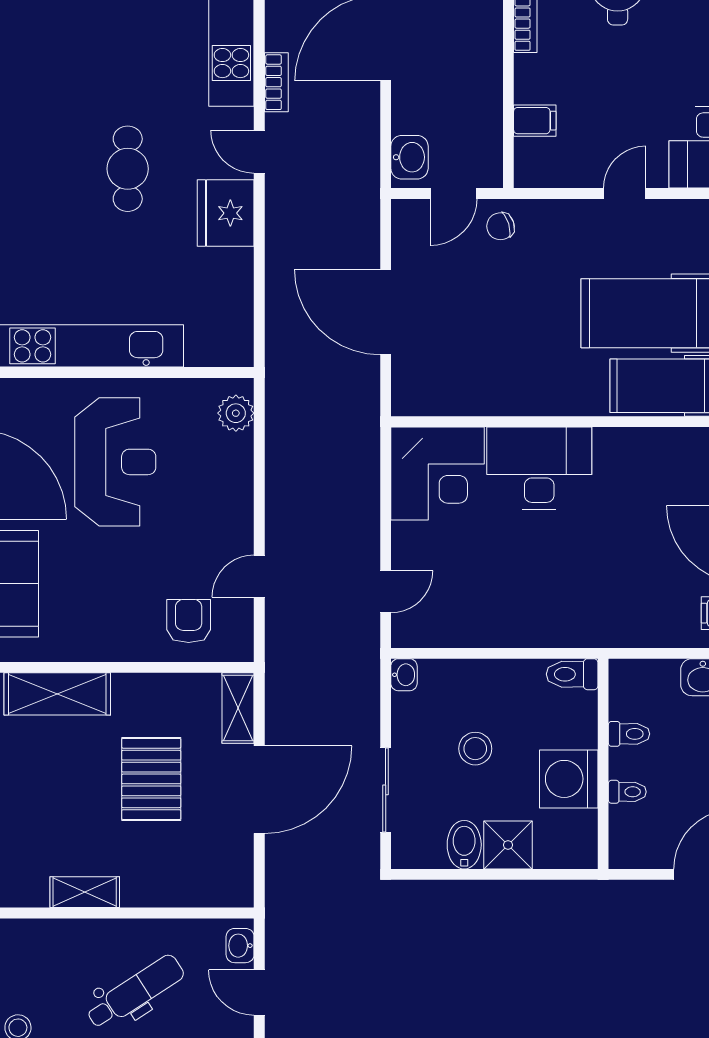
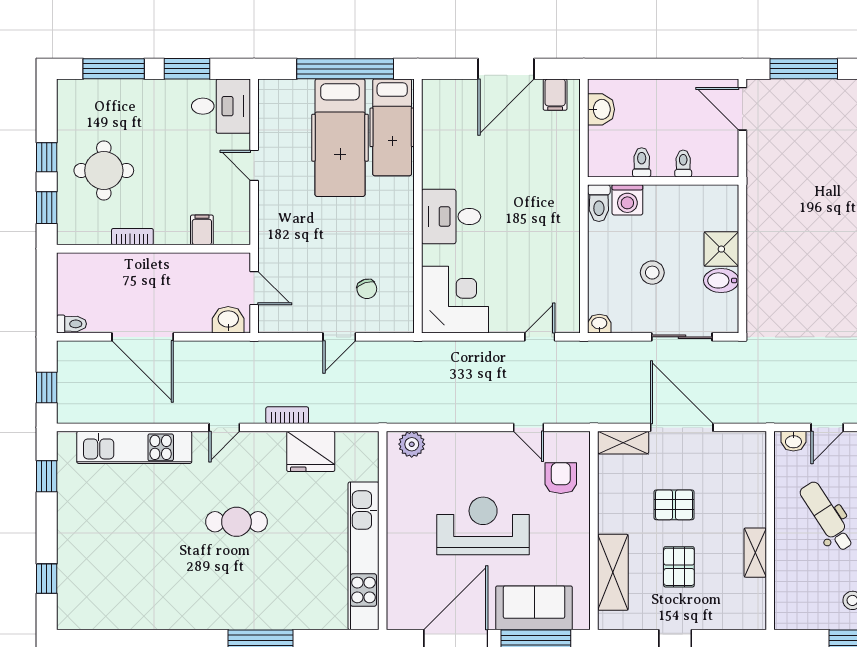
bookcase: (276, 82) -> (287, 415), moved
fridge: (226, 213) -> (311, 451), moved
chair: (500, 226) -> (367, 289), moved
door: (386, 312) -> (339, 337), width x0.53
reception desk: (115, 462) -> (483, 526), moved
desk: (539, 468) -> (451, 217), width x0.73
door: (386, 592) -> (540, 337), hinge flipped
armchair: (189, 621) -> (561, 478), turned 90
pallet: (151, 779) -> (674, 505), width x0.67, depth x0.71
washing machine: (569, 779) -> (627, 200), moved, width x0.73, depth x0.73
pallet: (65, 786) -> (679, 567), added

